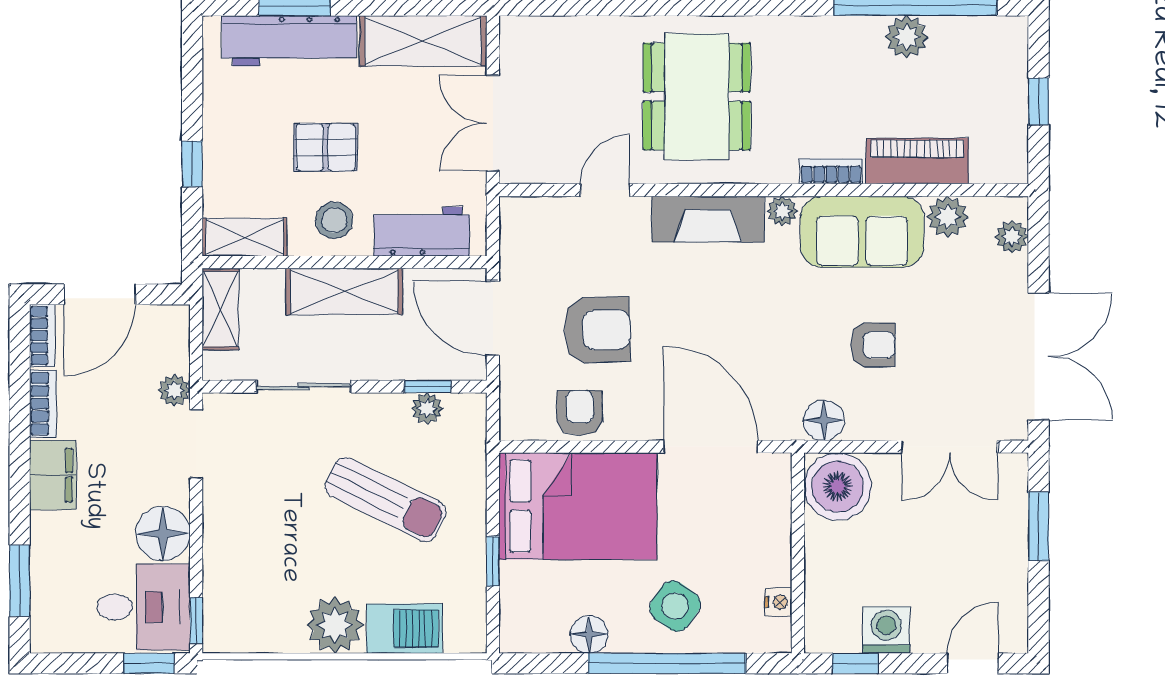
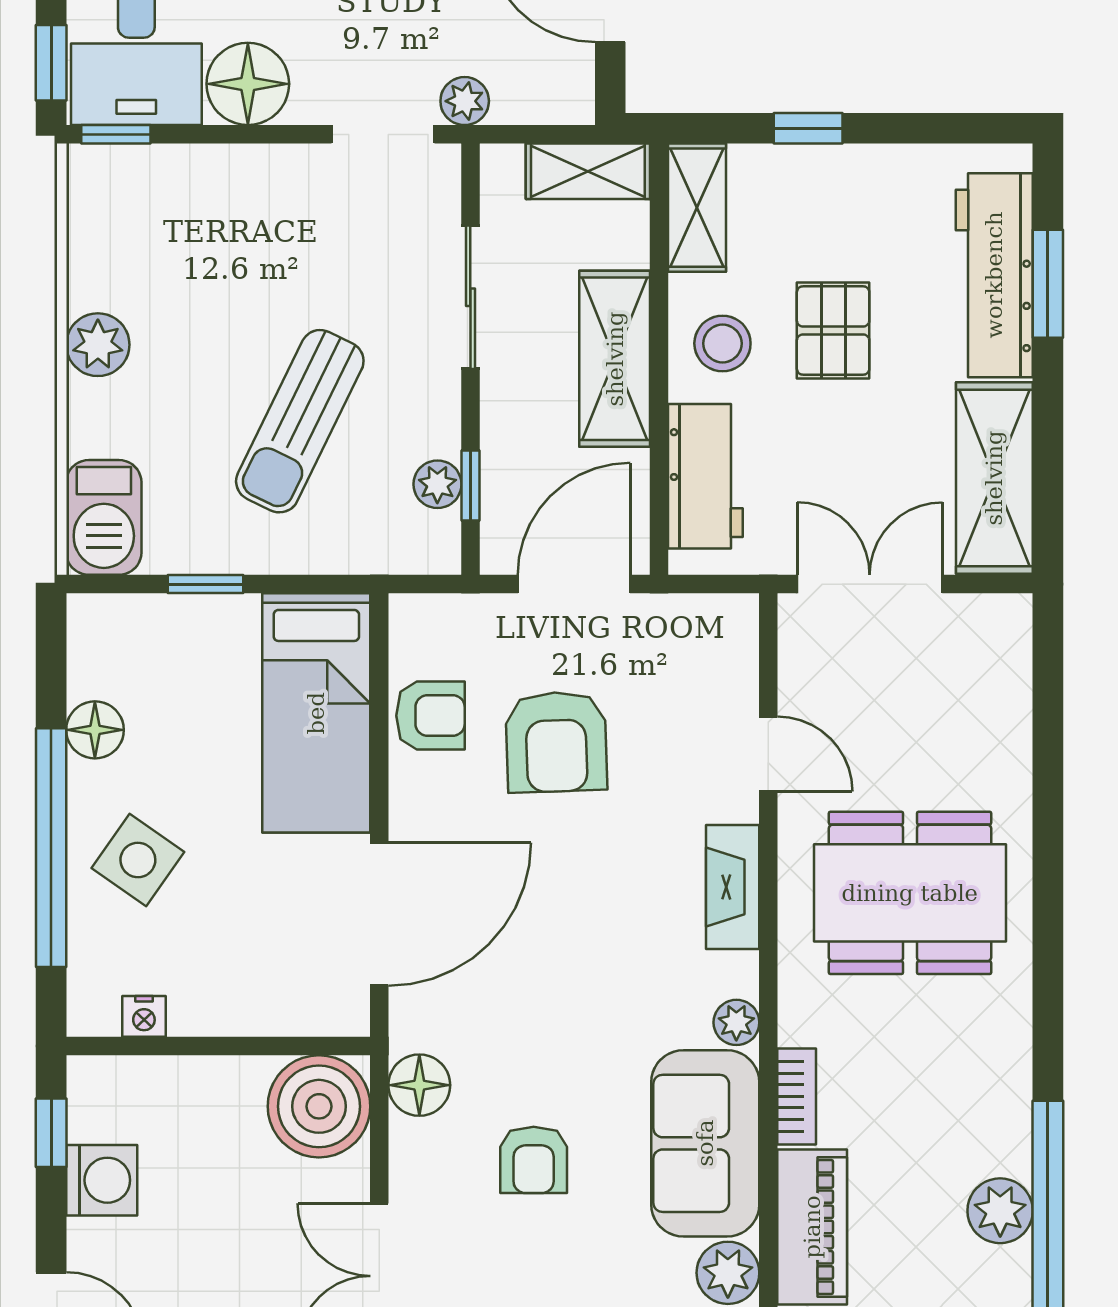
fireplace: (708, 219) -> (733, 887), width x0.73, depth x0.76
bed: (578, 506) -> (316, 713), width x0.67
plant: (335, 625) -> (98, 345), width x0.73, depth x0.73
barbecue: (405, 629) -> (104, 517), moved

